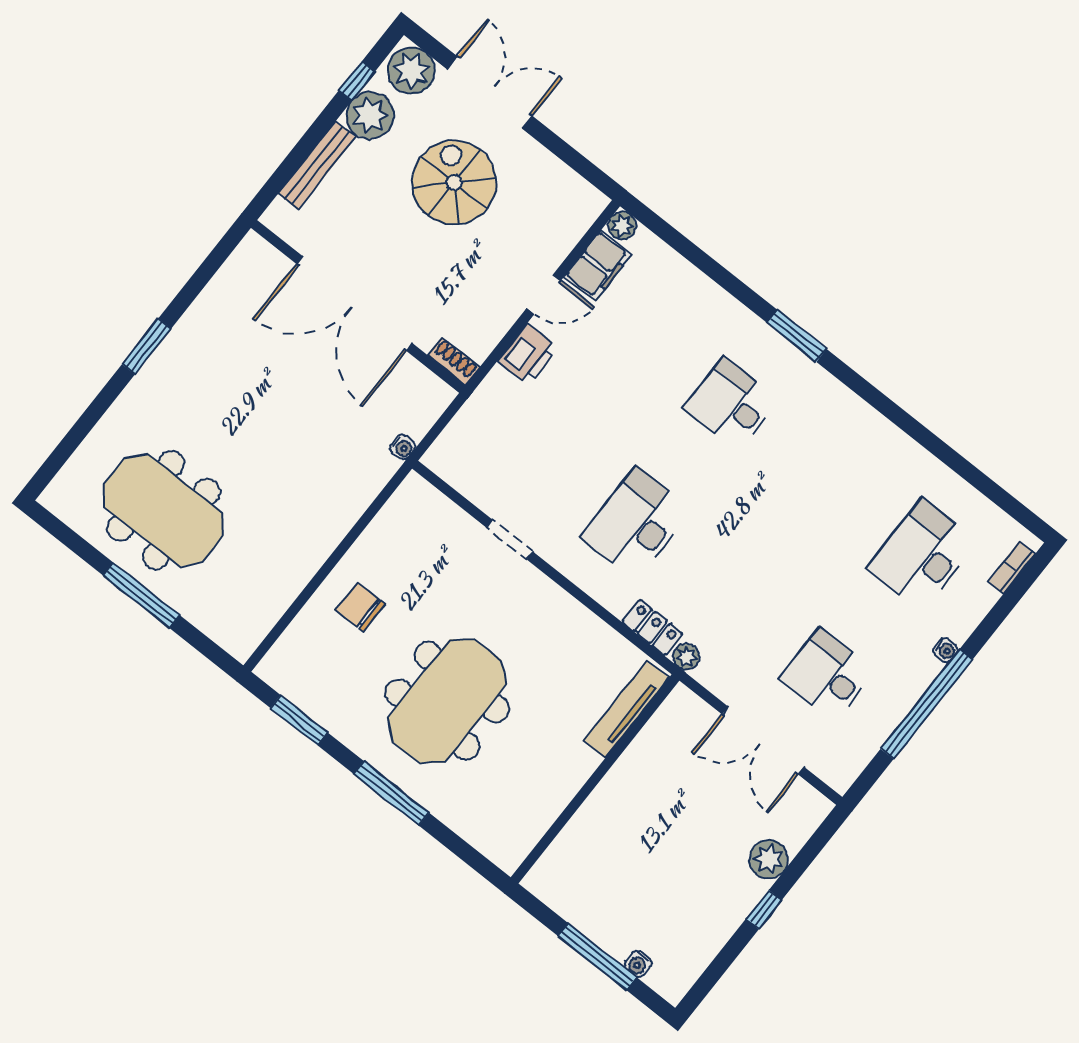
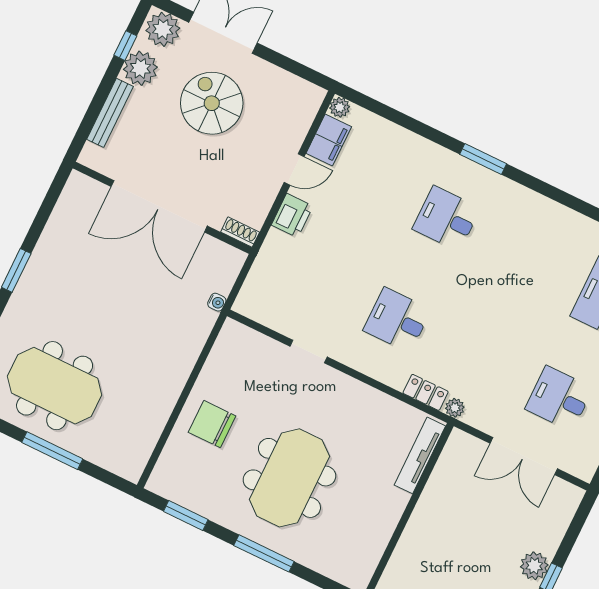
desk: (636, 524) -> (397, 320), width x0.73
chair: (361, 607) -> (212, 424), width x1.37, depth x1.37
plant: (769, 859) -> (534, 566), moved

